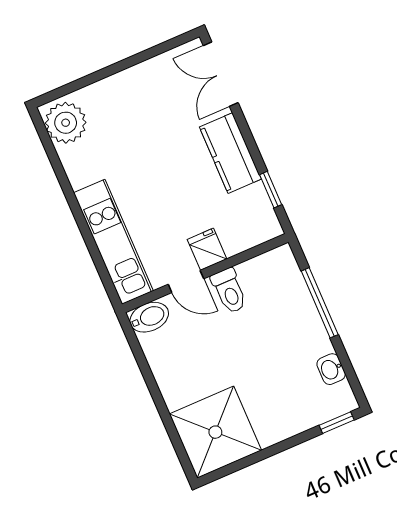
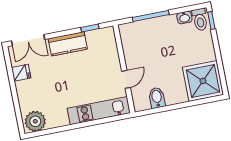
fridge: (207, 249) -> (21, 73), moved, turned 180
toilet: (229, 291) -> (200, 20), moved, turned 90
bidet: (149, 317) -> (157, 98), moved

